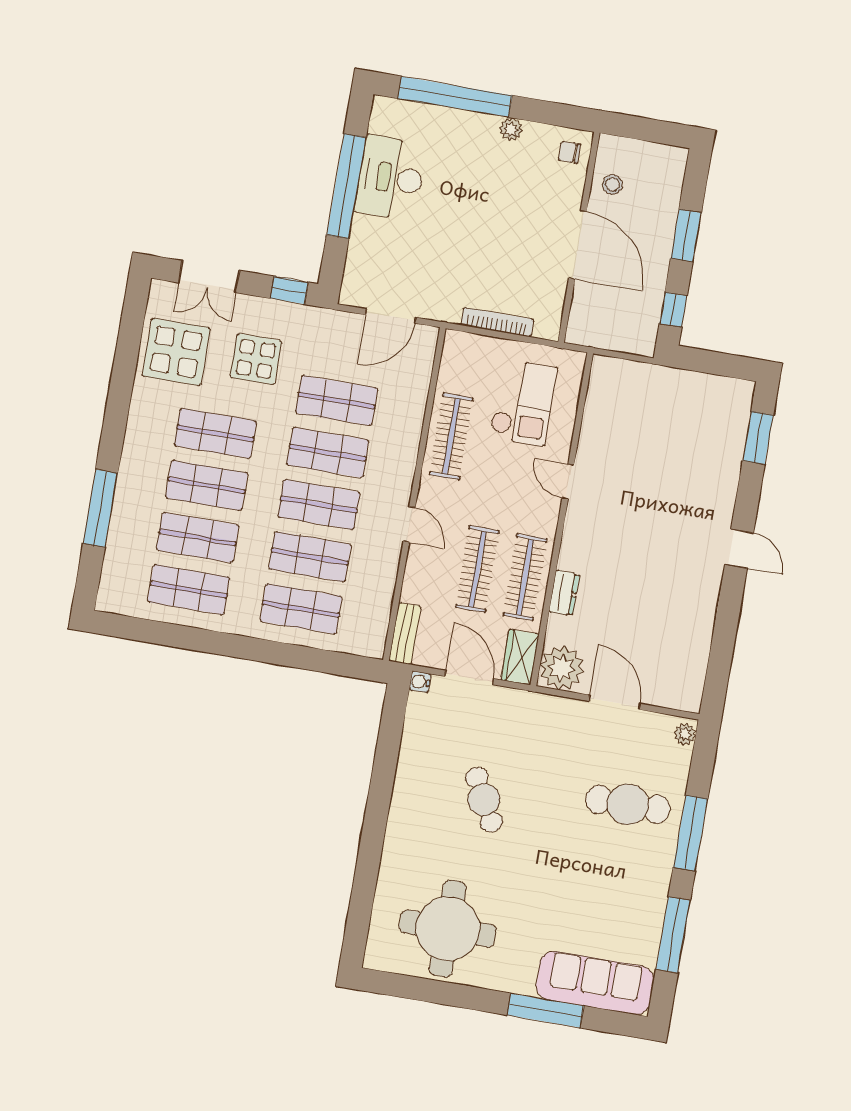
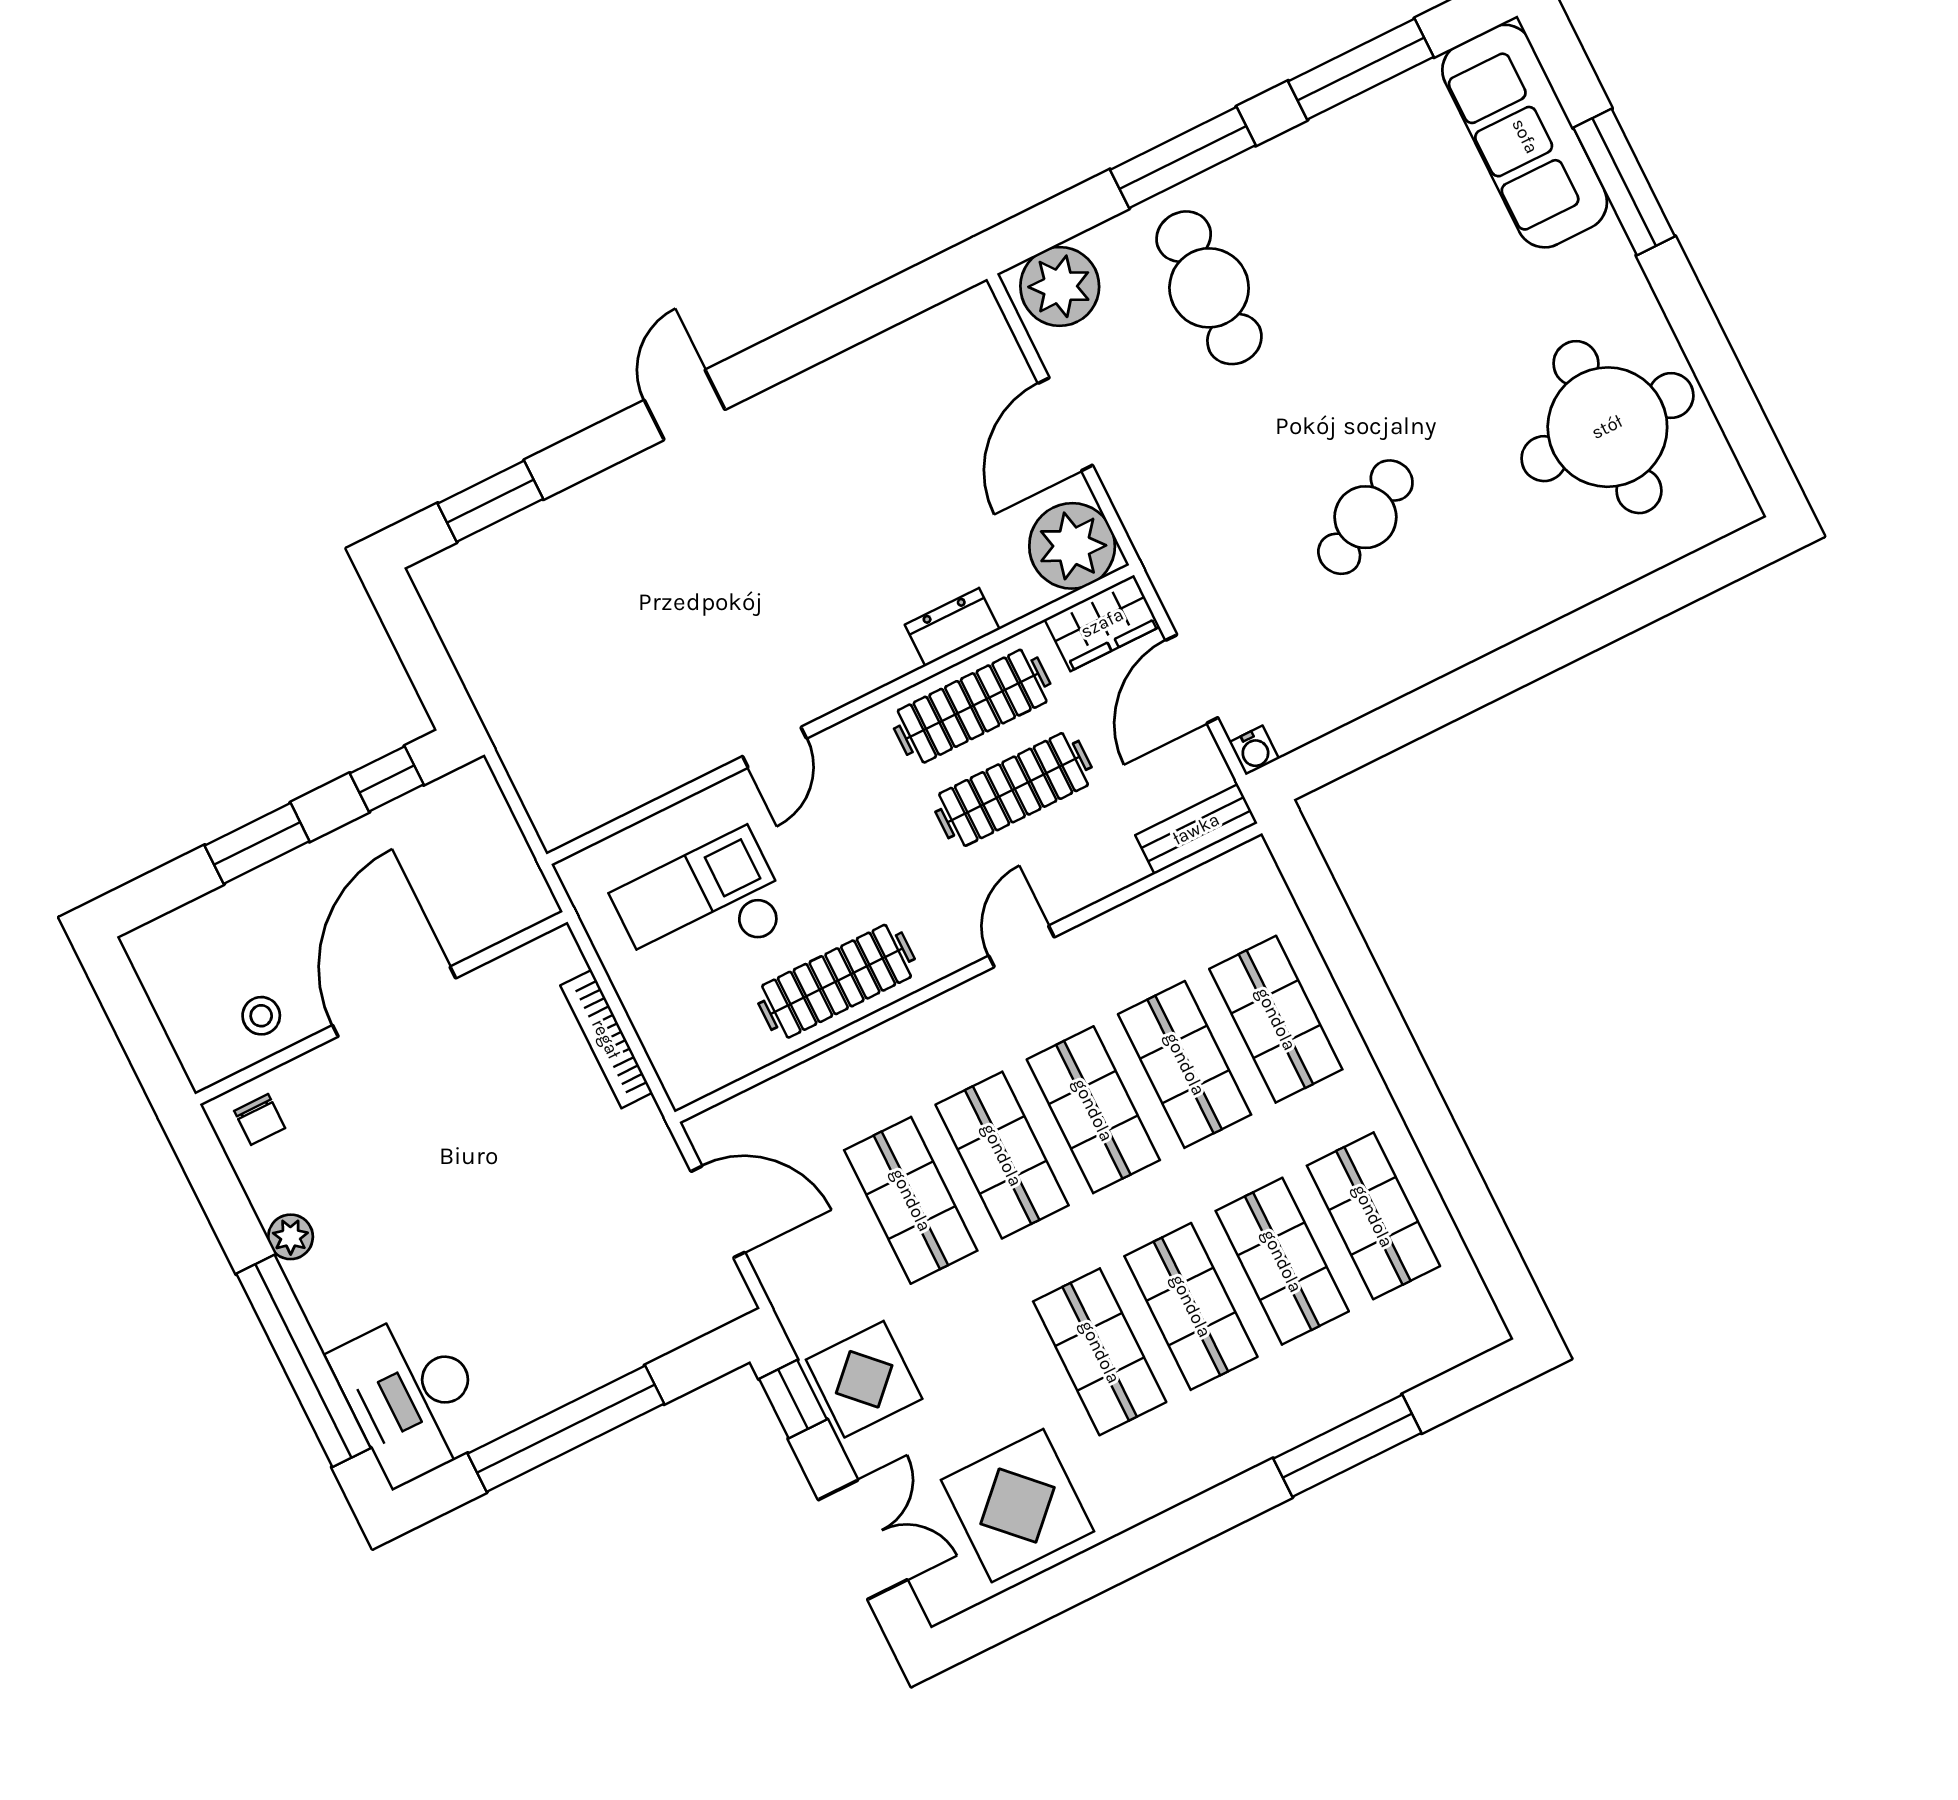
desk: (391, 178) -> (412, 1396), moved, turned 90
display table: (256, 359) -> (864, 1379), moved
plant: (685, 734) -> (1060, 286), width x1.87, depth x1.87

